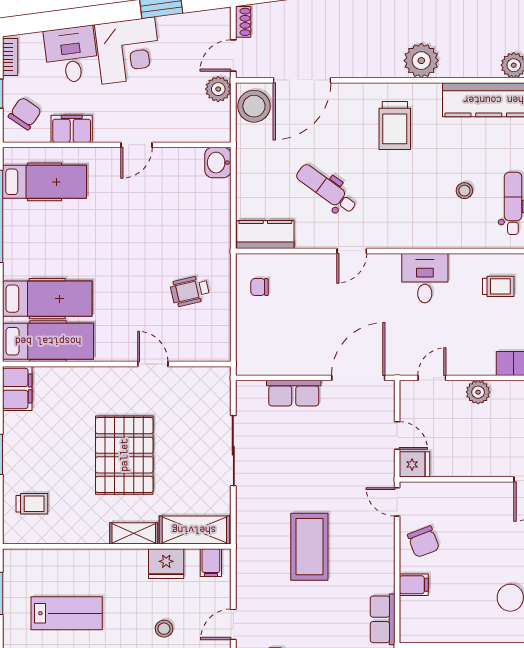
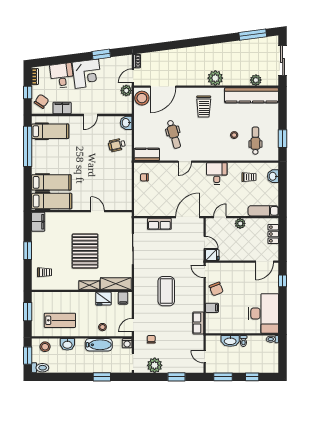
dental chair: (326, 189) -> (174, 134), turned -142
wheelchair: (190, 291) -> (117, 145), moved

